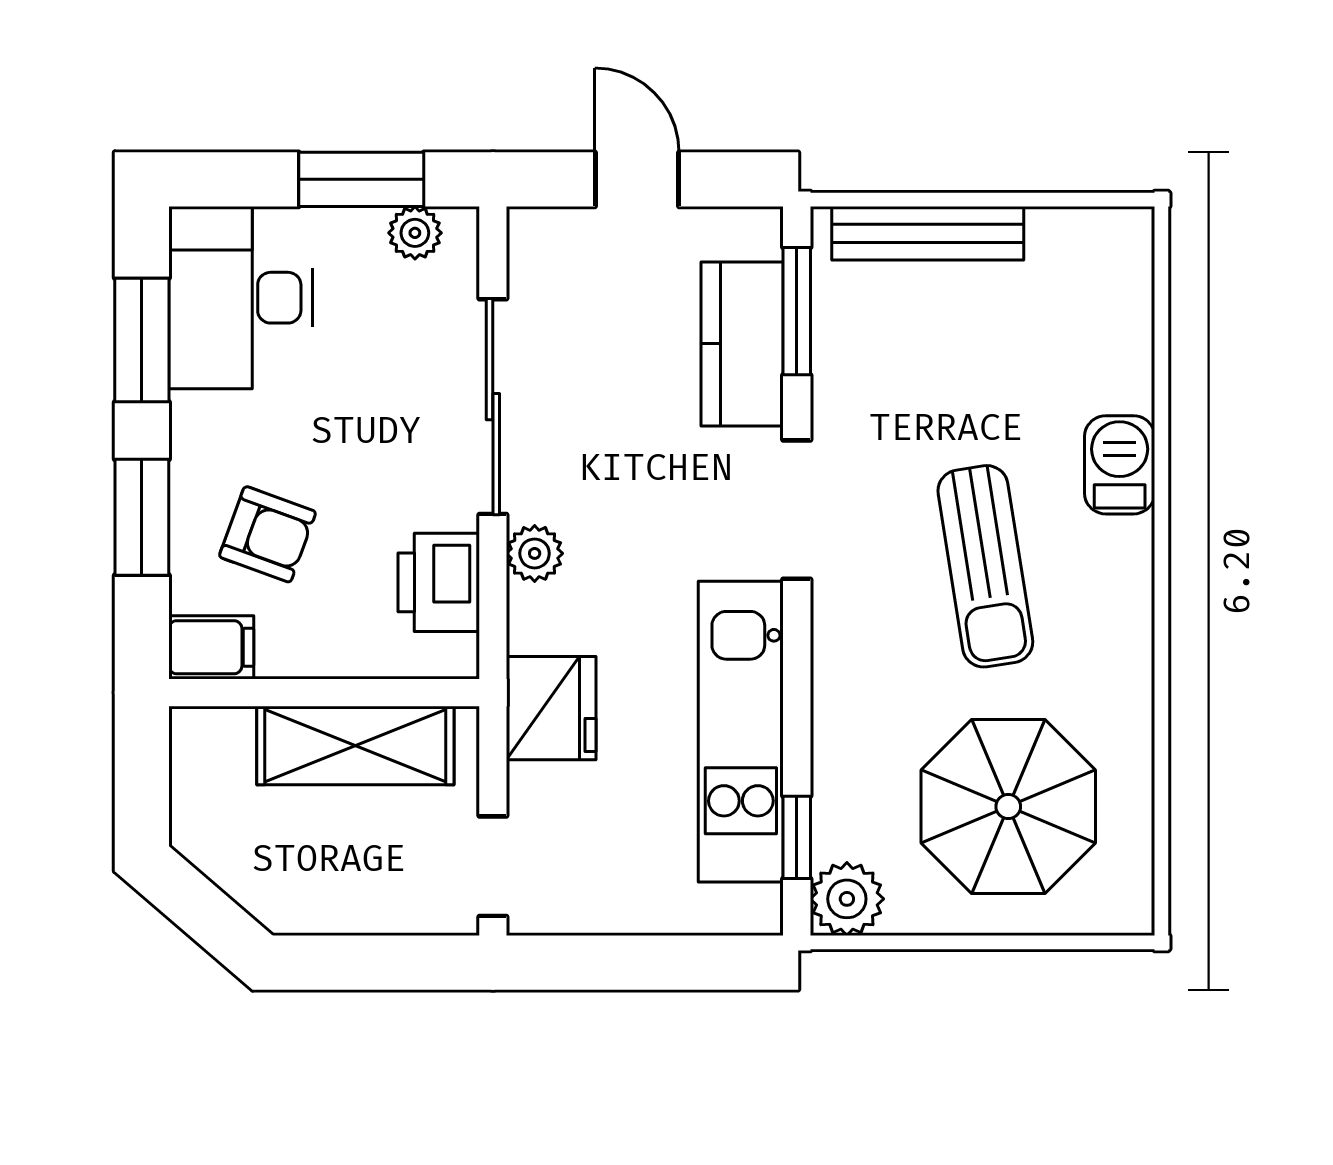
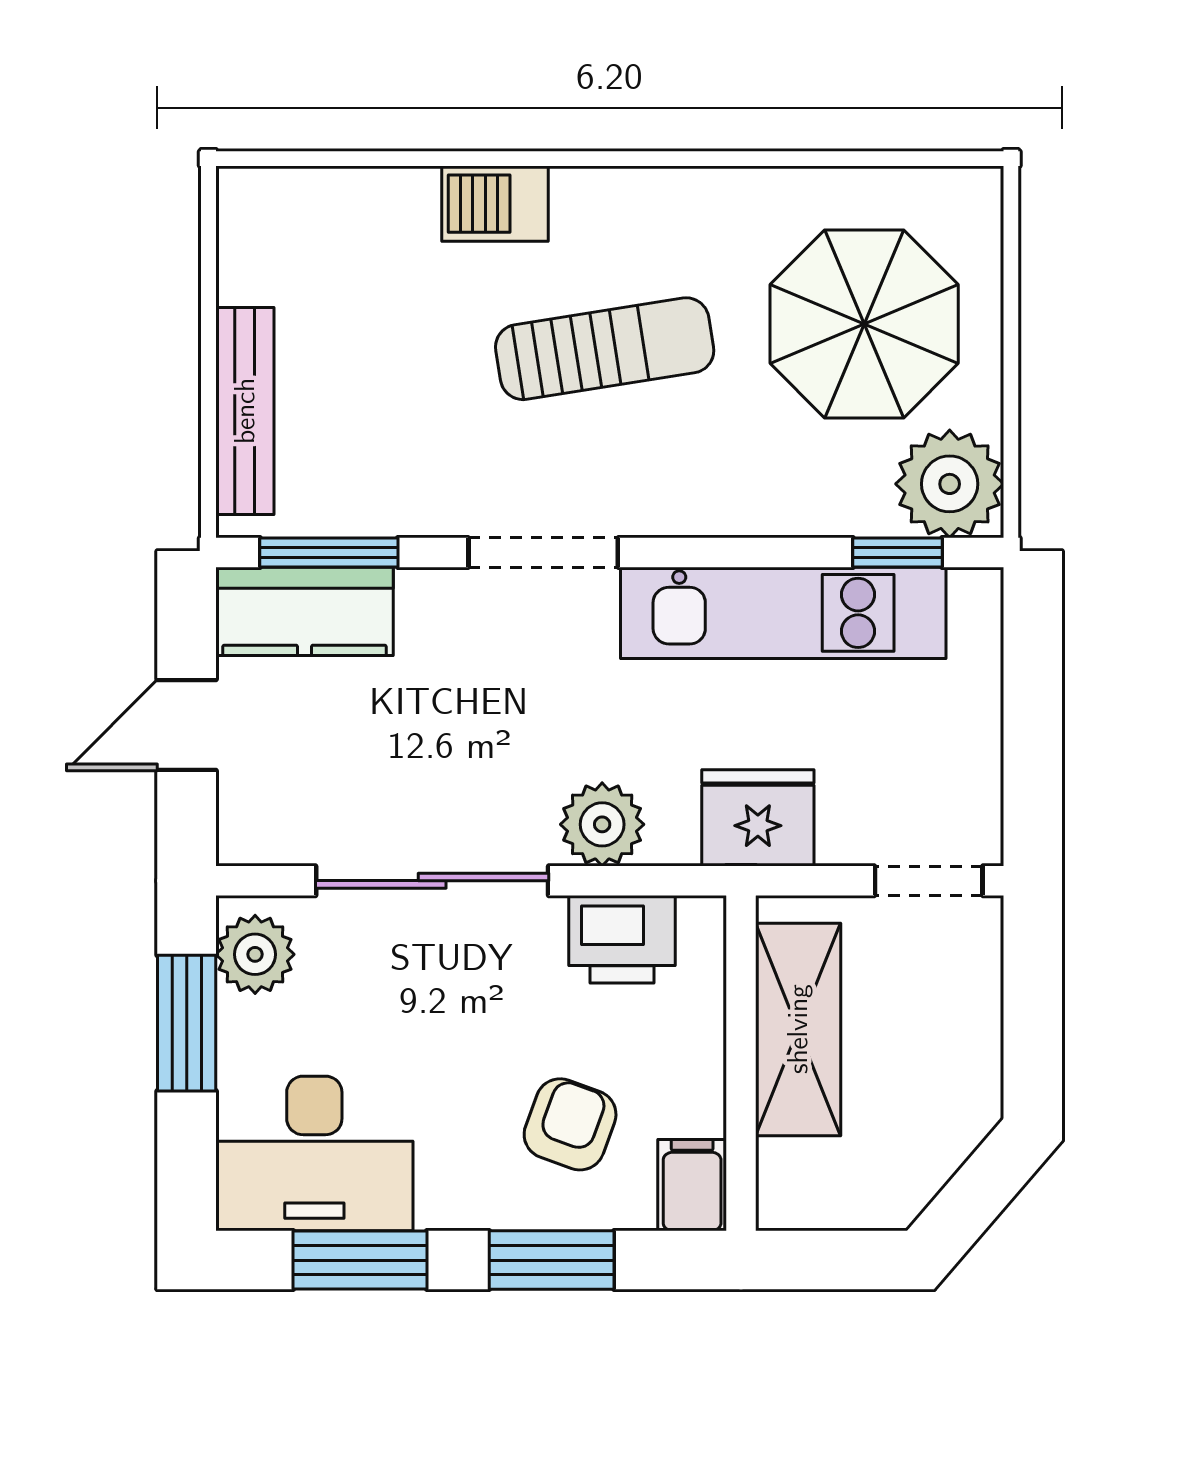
plant: (415, 233) -> (255, 954), width x1.38, depth x1.38
kitchen counter: (742, 344) -> (304, 611), moved
plant: (535, 553) -> (602, 824), width x1.38, depth x1.38
plant: (847, 899) -> (950, 484), width x1.36, depth x1.36

